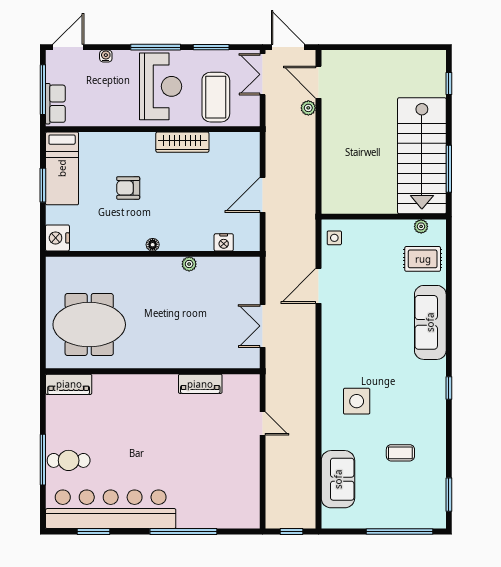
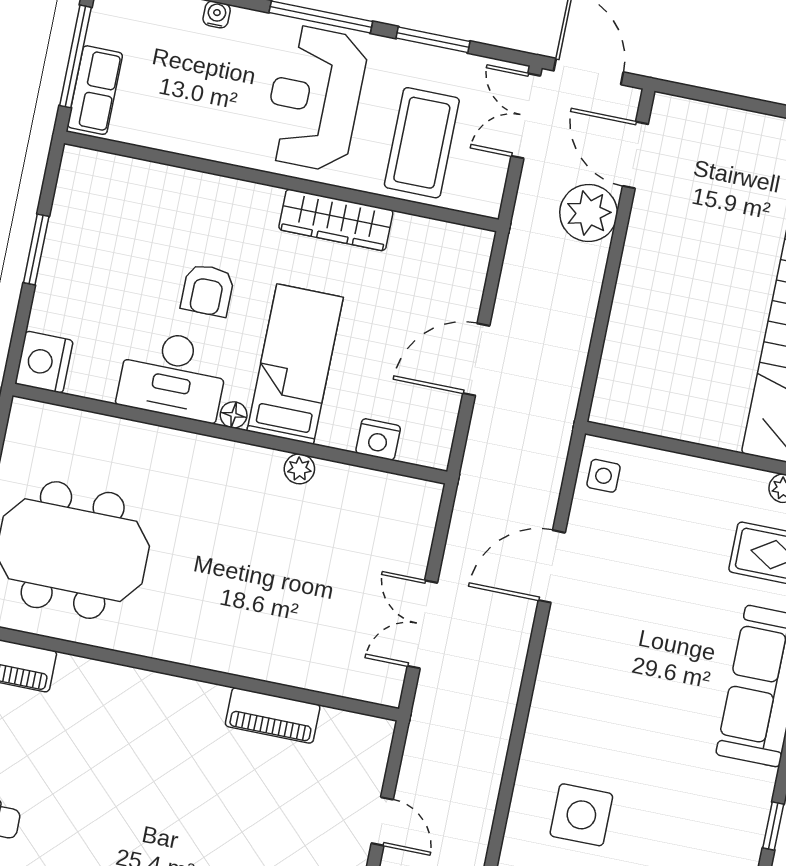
reception desk: (161, 86) -> (315, 98), turned 180
plant: (308, 108) -> (589, 213), width x1.88, depth x1.88
bed: (62, 168) -> (295, 364), moved, turned 180
armchair: (128, 188) -> (207, 290), turned -90
desk: (120, 232) -> (173, 375), added

